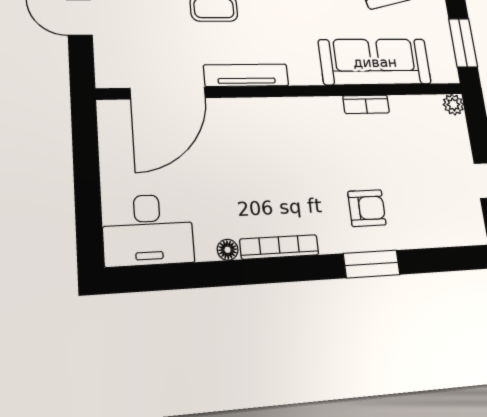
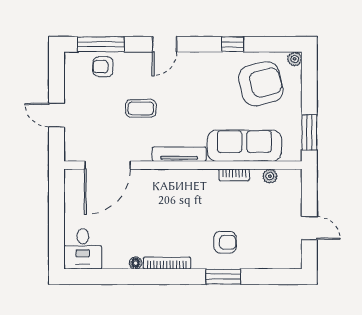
tv unit: (246, 75) -> (179, 154), moved
plant: (453, 104) -> (270, 176), moved
desk: (148, 230) -> (83, 249), width x0.73

